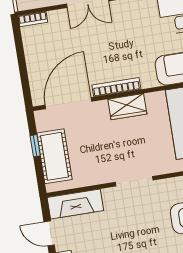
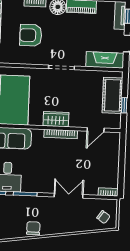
door: (68, 103) -> (96, 130), width x0.53

